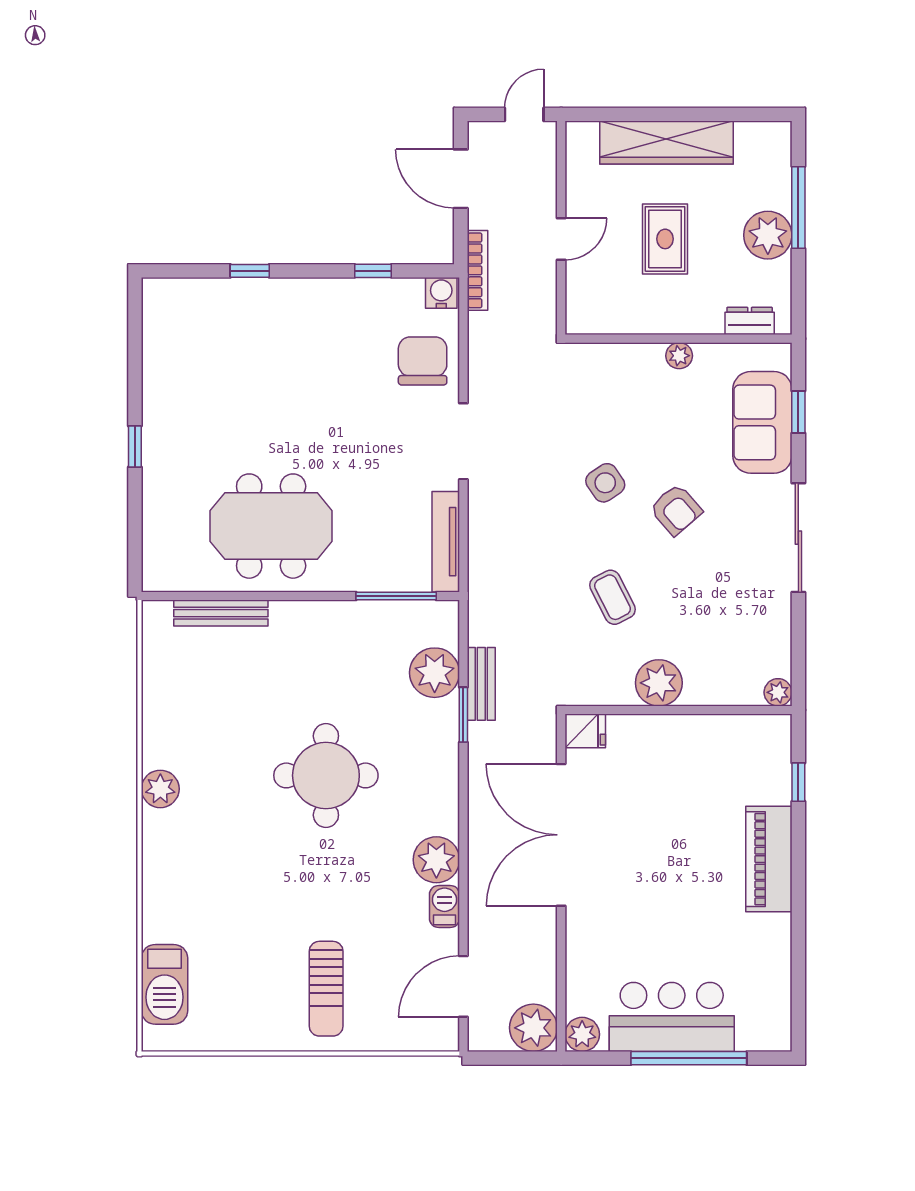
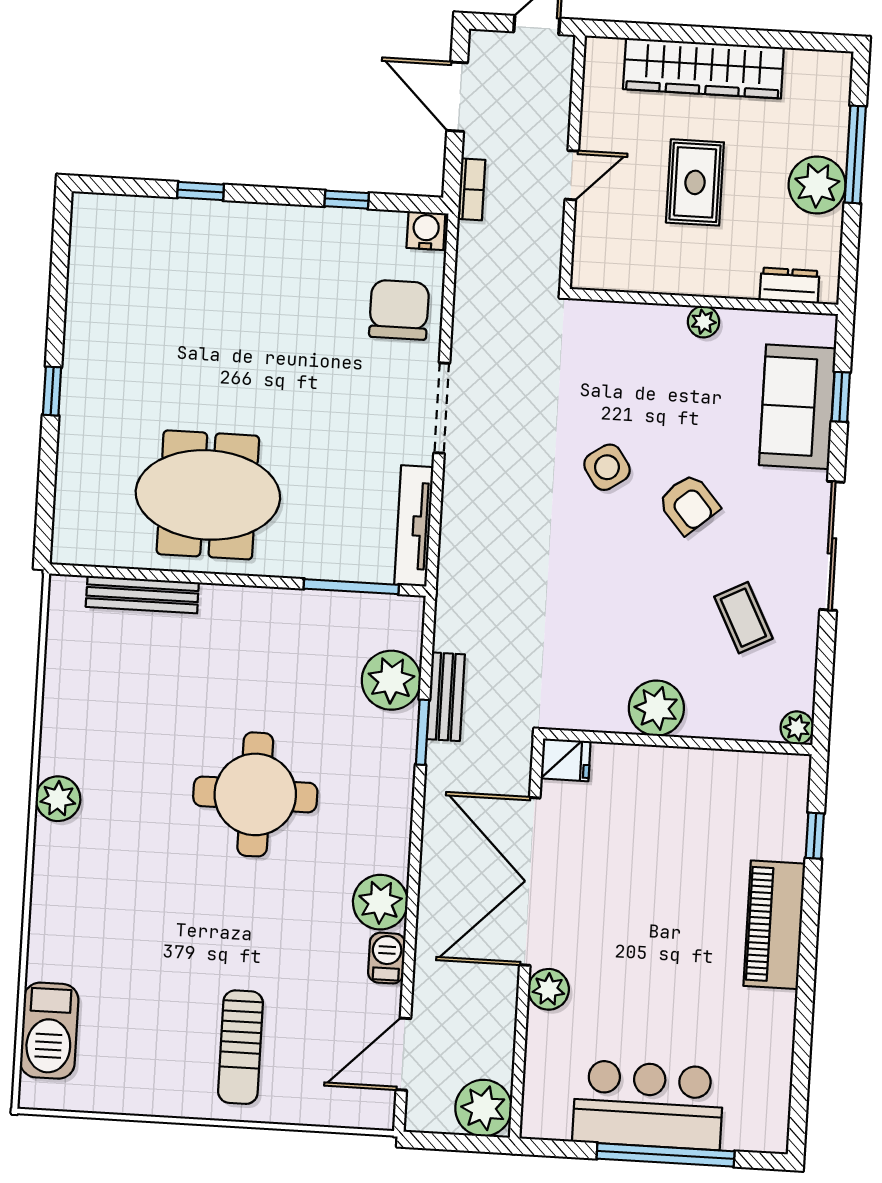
bookcase: (477, 270) -> (471, 189), width x0.64
coffee table: (613, 597) -> (743, 618), moved
plant: (582, 1034) -> (549, 989), moved

